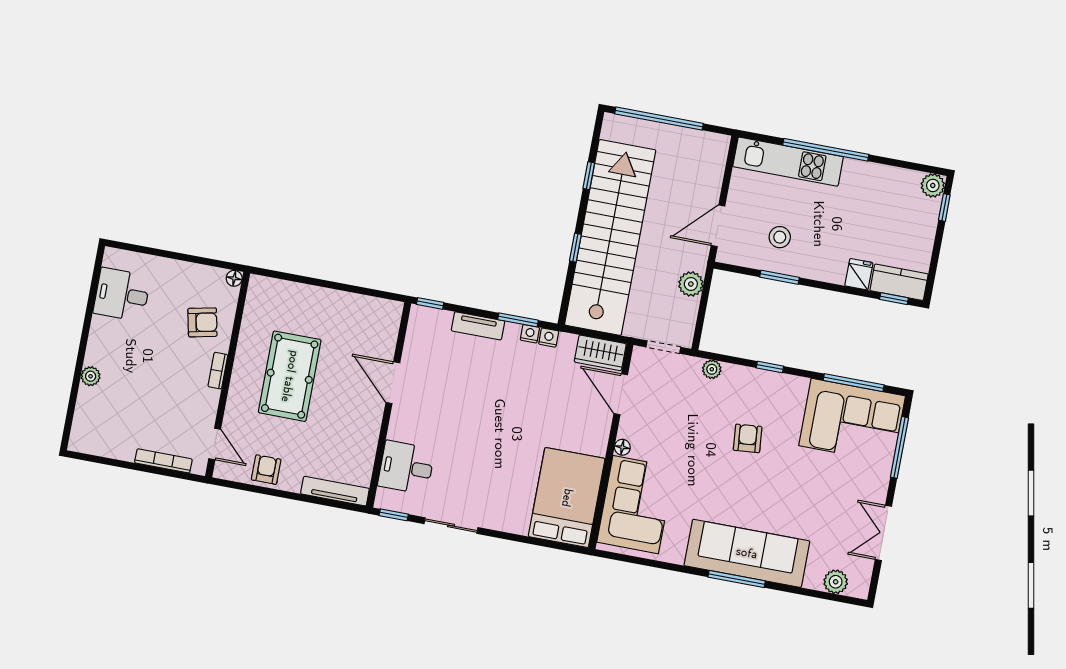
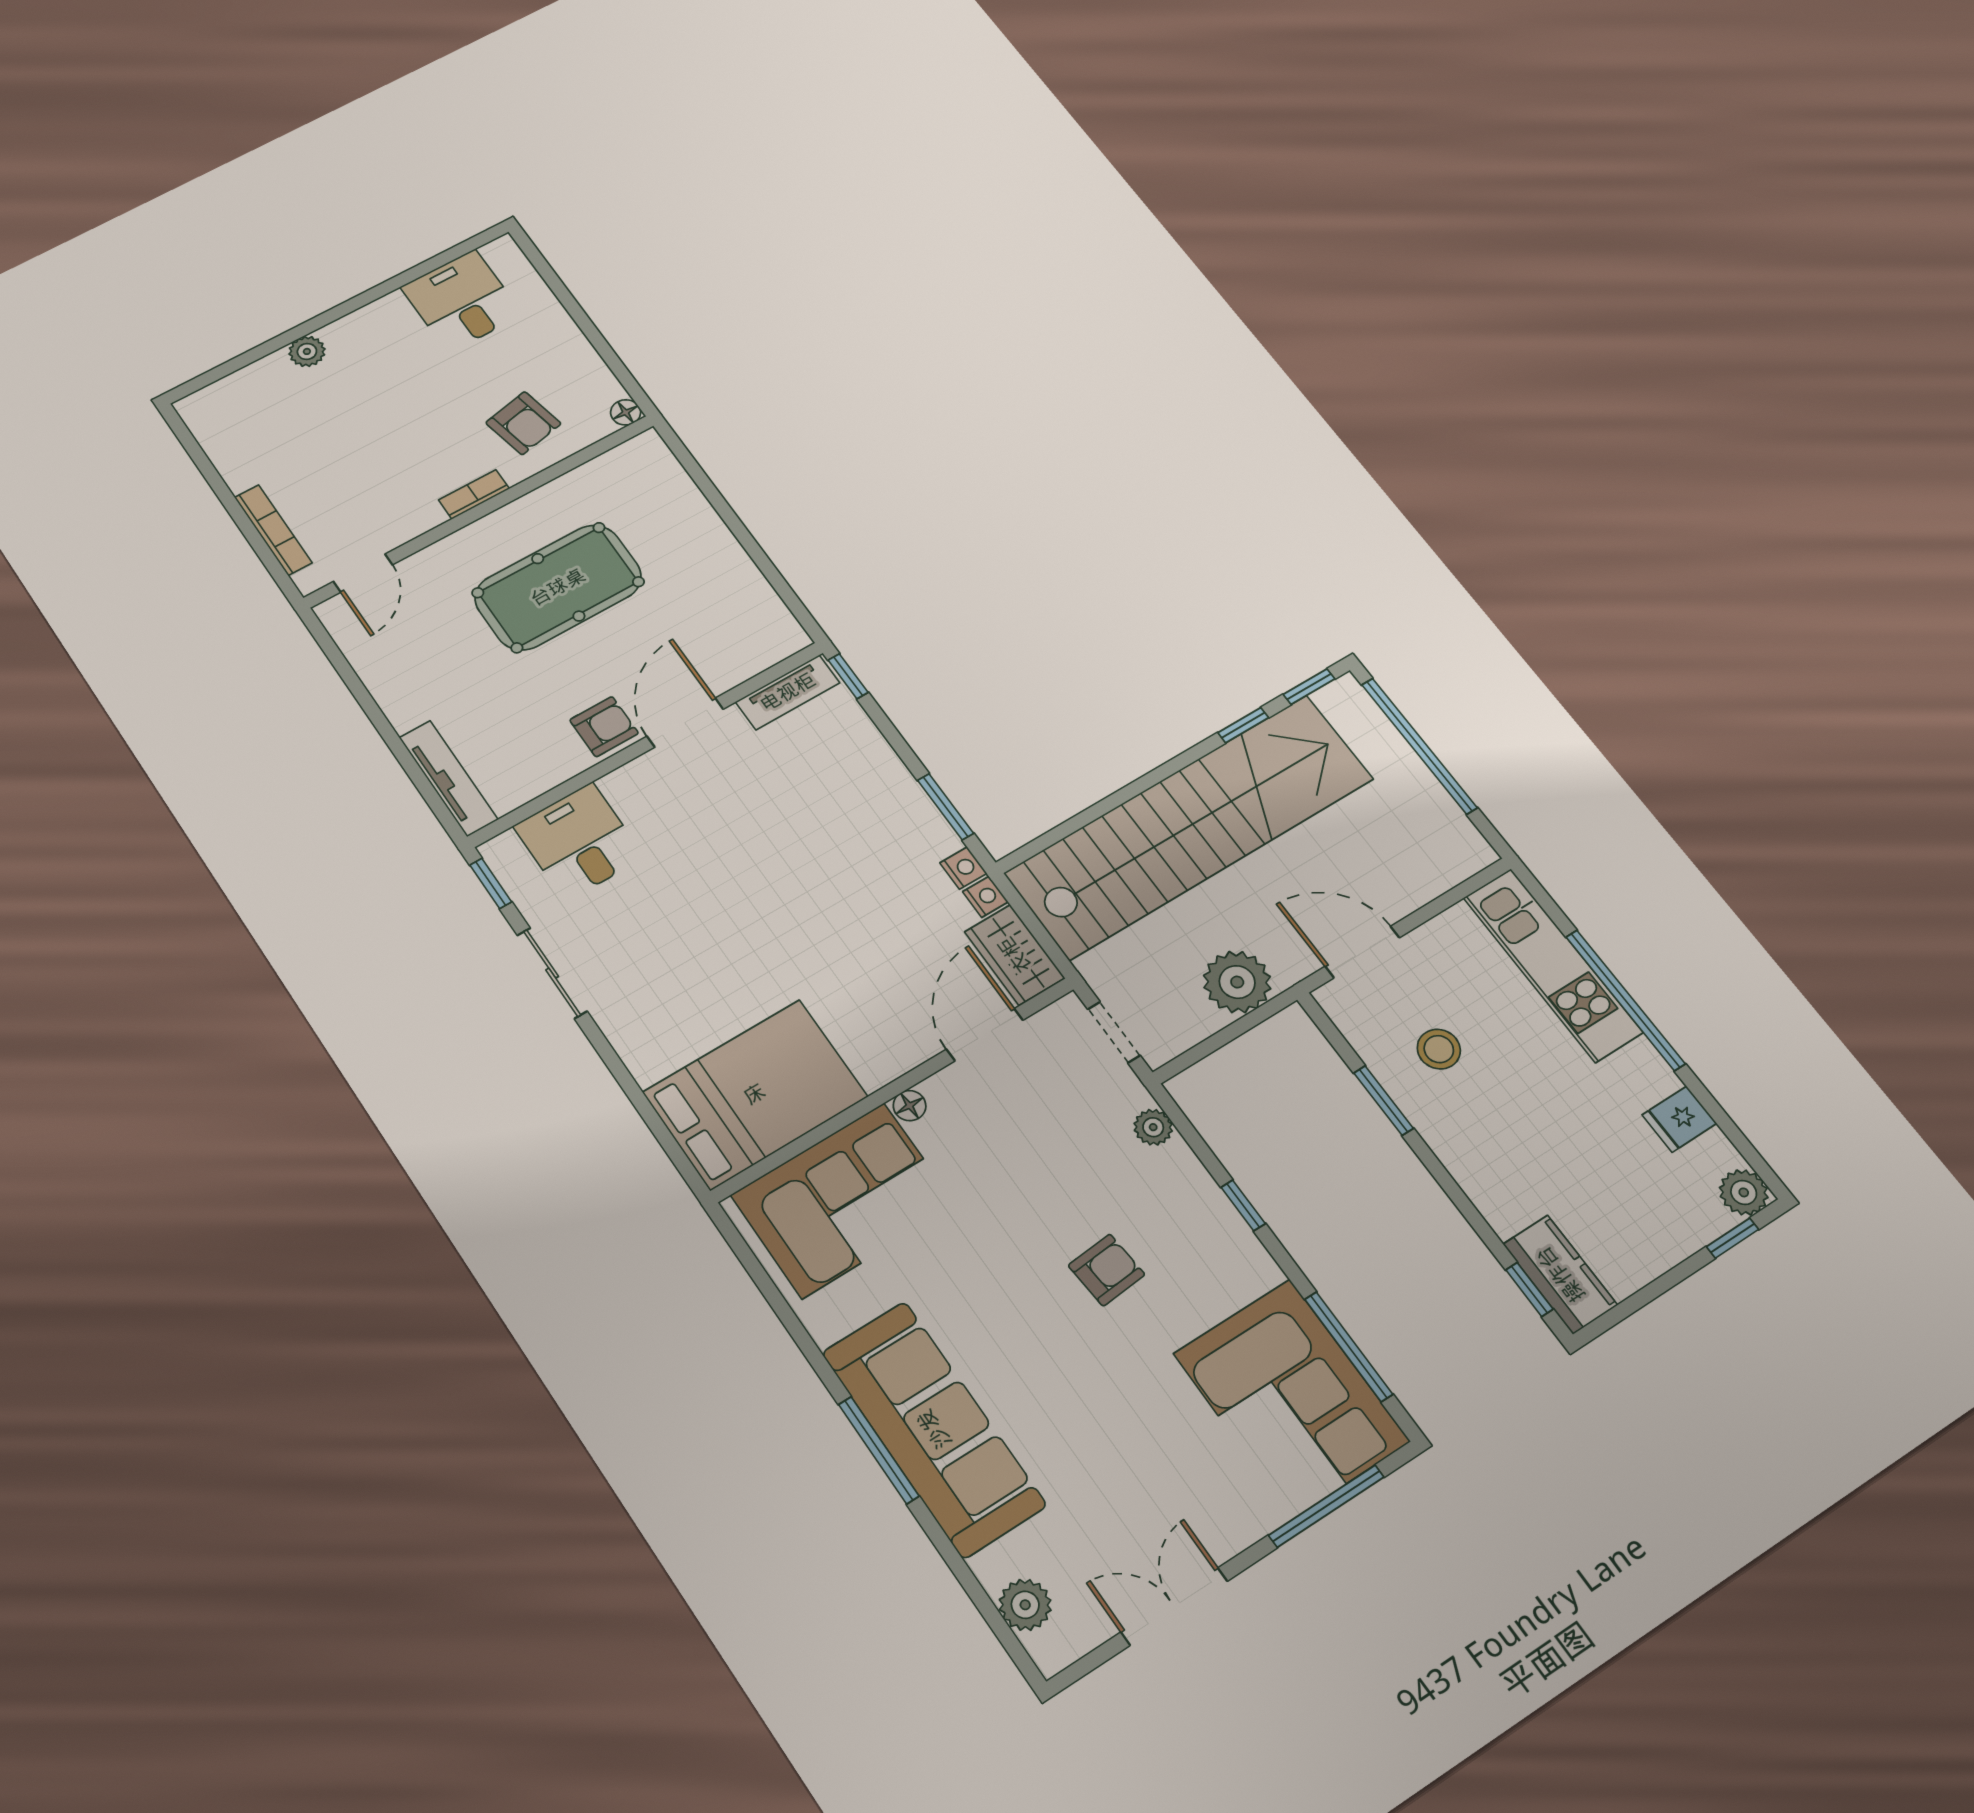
window: (575, 248) -> (1309, 687), moved
fridge: (859, 274) -> (1679, 1119), moved, turned 180
plant: (691, 284) -> (1237, 982), width x1.36, depth x1.36
tv unit: (478, 326) -> (788, 692), moved, turned -90
nightstand: (530, 334) -> (985, 897), moved
armchair: (266, 470) -> (604, 727), moved

